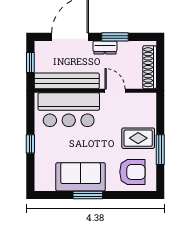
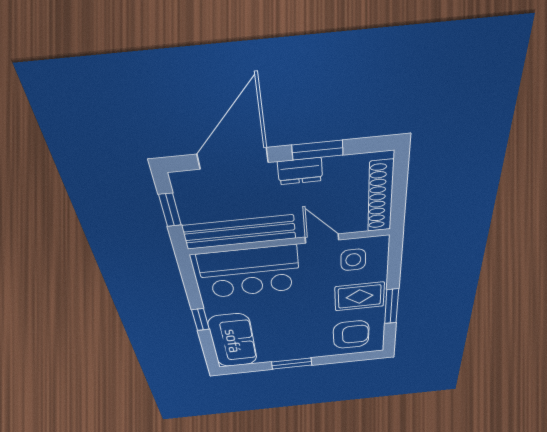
side table: (134, 108) -> (353, 260), added
sofa: (81, 177) -> (233, 341), moved, turned 90

